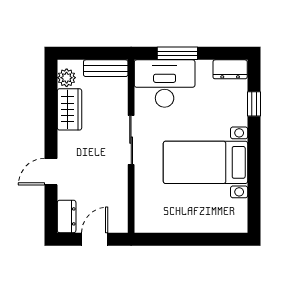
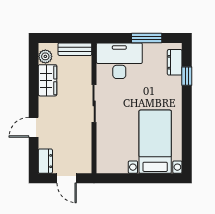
window: (177, 53) -> (147, 38), moved
dresser: (230, 69) -> (175, 62), moved, turned 90
bed with nightstands: (205, 162) -> (155, 142), moved, turned 90
door: (95, 239) -> (67, 178), swing flipped

